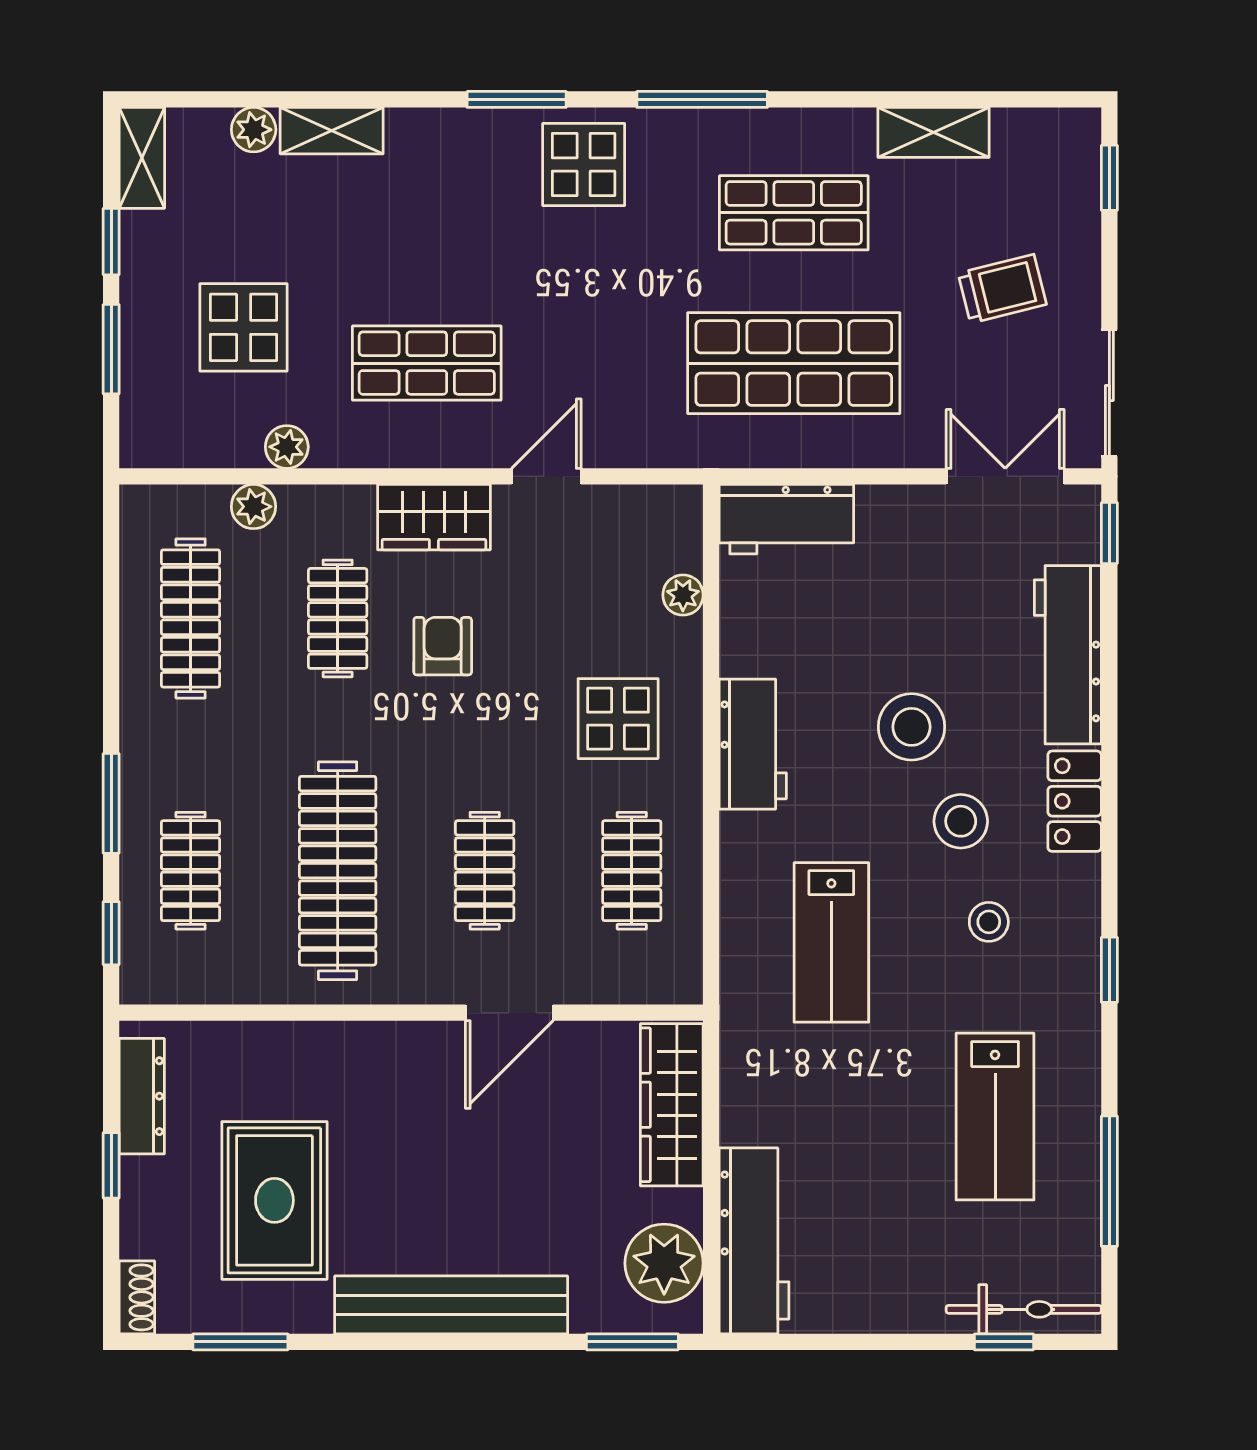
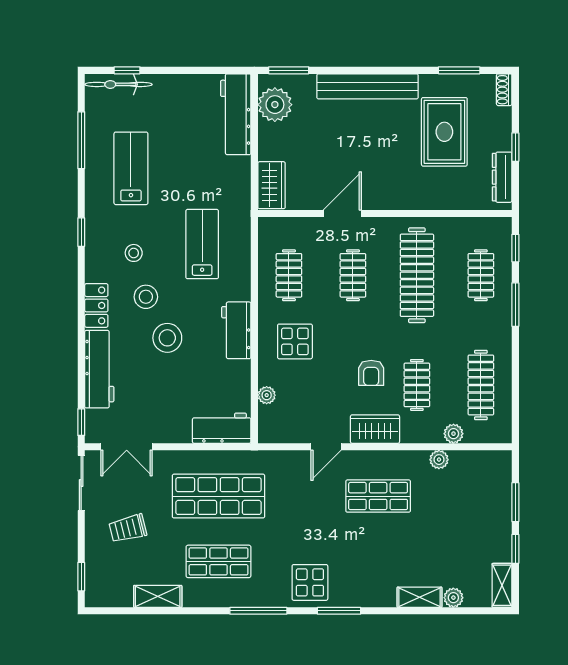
display table: (244, 327) -> (458, 512), removed
wardrobe: (672, 1105) -> (272, 185), width x0.67

